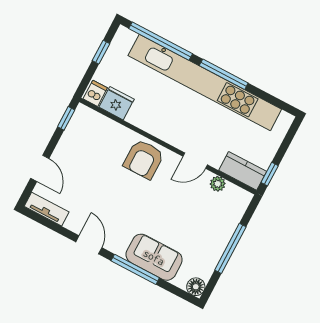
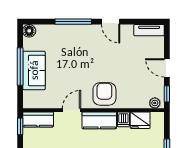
dishwasher: (95, 93) -> (123, 119), moved
kitchen counter: (167, 130) -> (99, 120), added
door: (40, 168) -> (167, 68), moved
plant: (218, 184) -> (155, 103), moved
sofa: (154, 257) -> (34, 70), moved, turned -90

